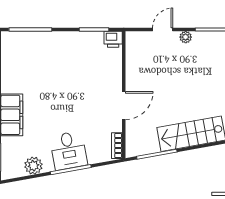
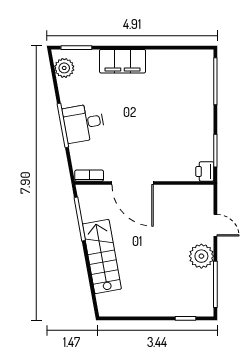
plant: (186, 37) -> (201, 256), width x1.87, depth x1.87
door: (124, 106) -> (133, 183), width x1.36
plant: (33, 166) -> (64, 68), moved

